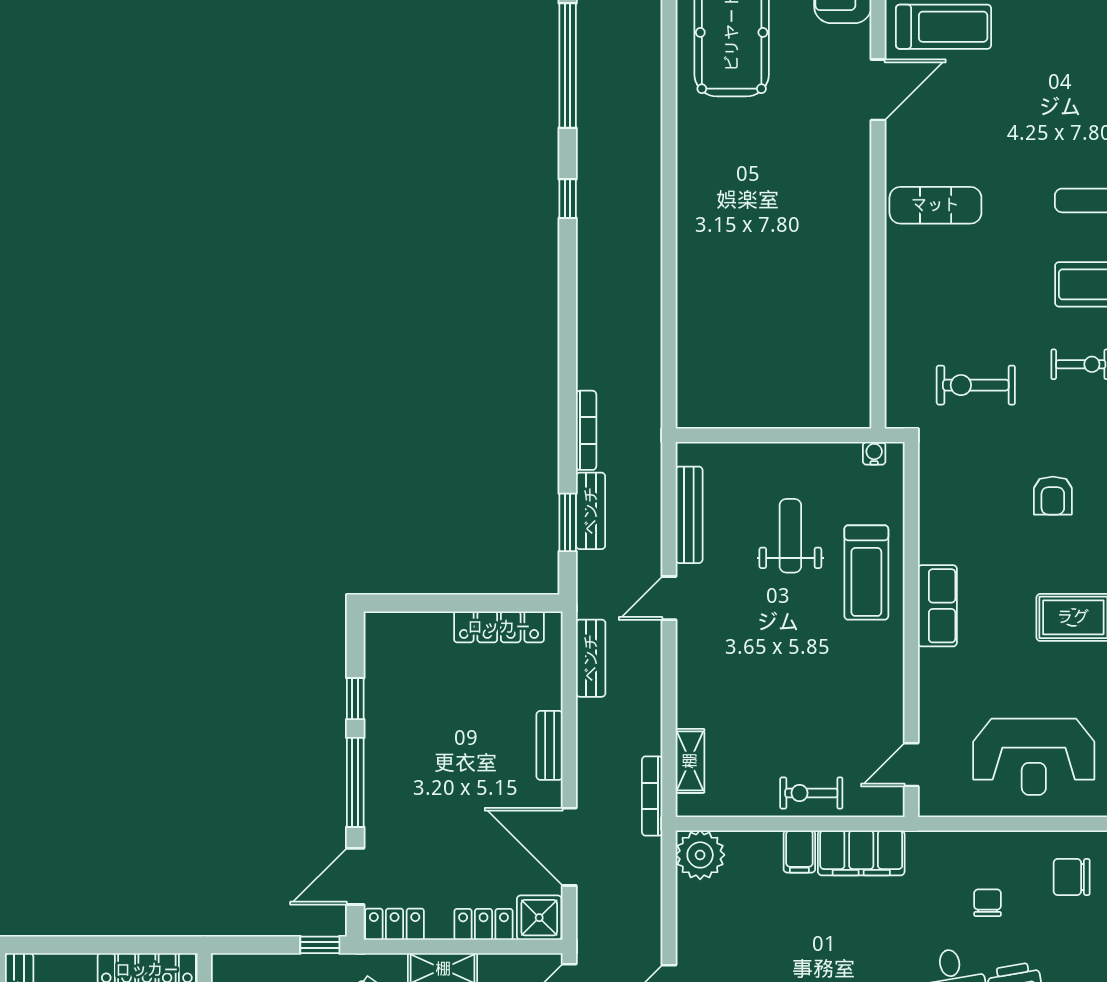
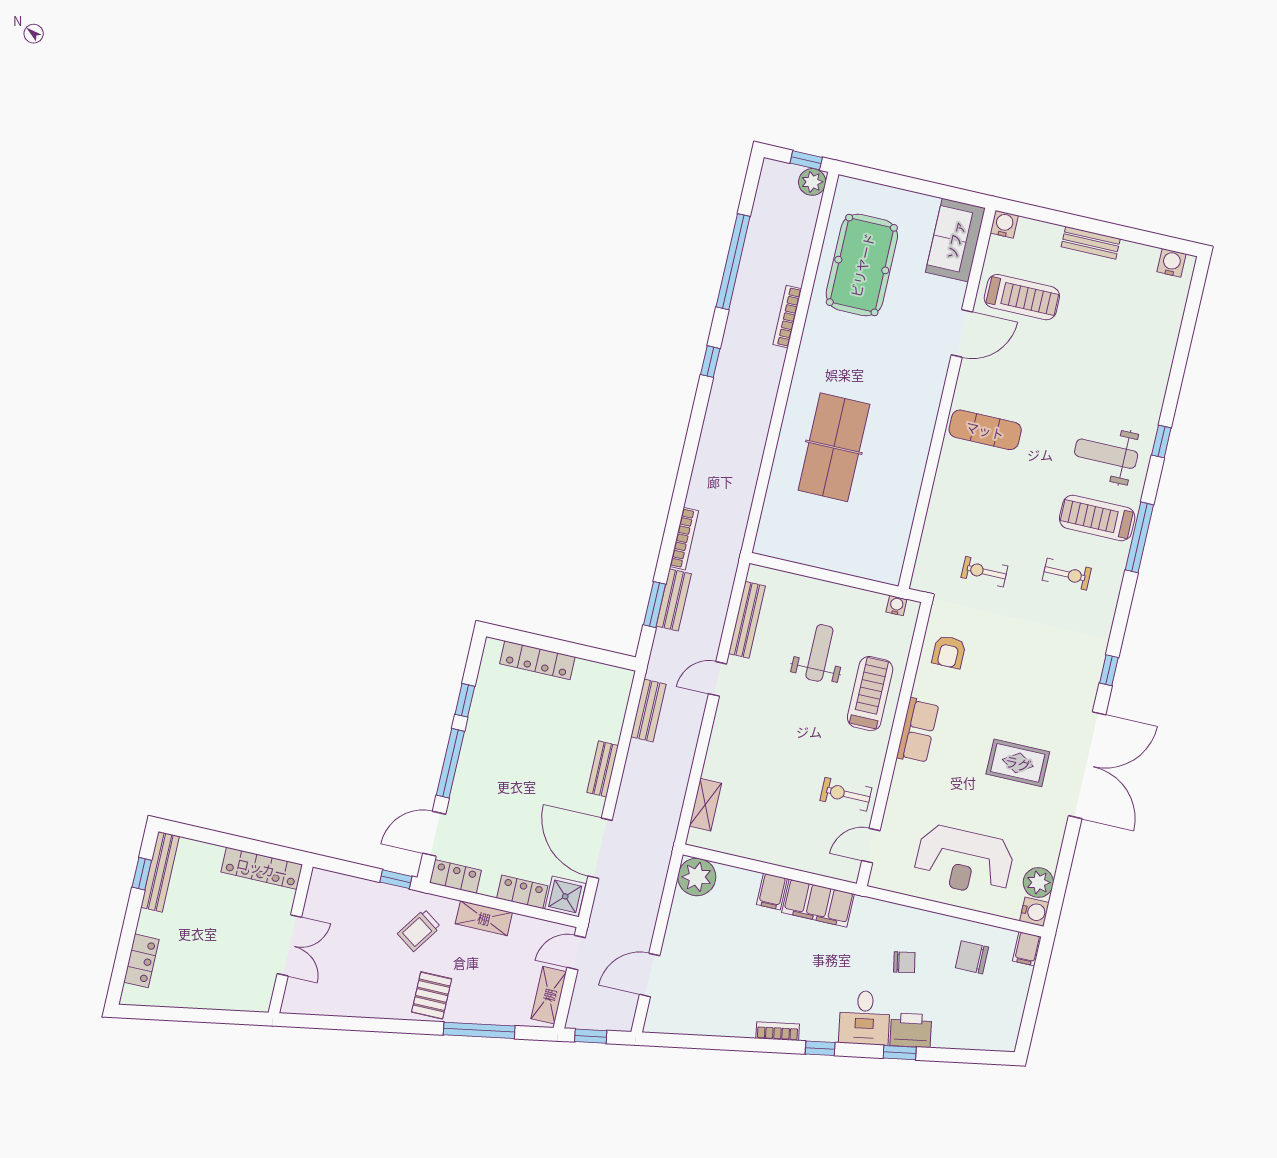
table tennis table: (749, 271) -> (834, 447), added
exercise bike: (976, 385) -> (984, 572), width x0.73, depth x0.72
armchair: (1053, 496) -> (949, 652), moved
treadmill: (866, 573) -> (870, 694), turned 180
locker: (499, 627) -> (537, 660), moved
exercise bike: (811, 793) -> (846, 794), moved
bookcase: (652, 796) -> (787, 317), moved
chair: (988, 903) -> (904, 962), turned 79

